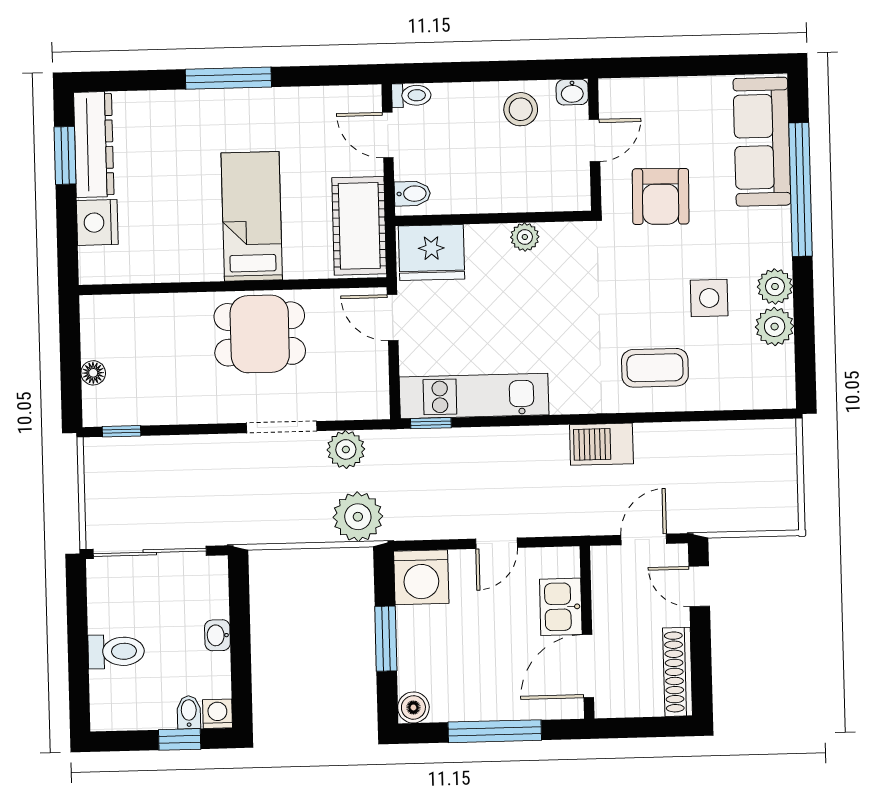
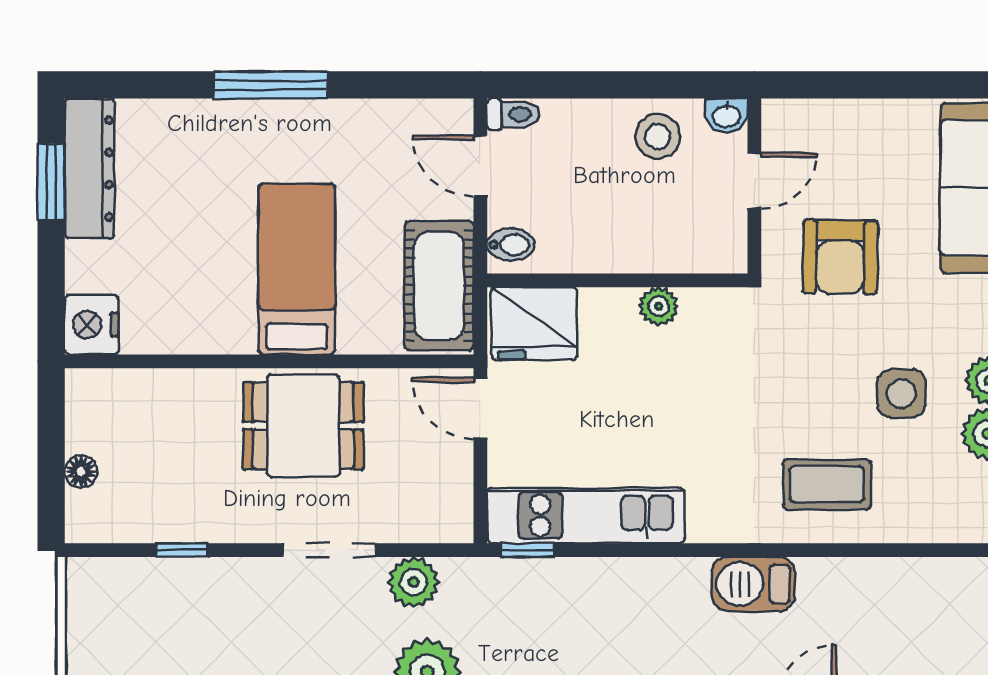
nightstand: (97, 222) -> (91, 325), moved
window: (121, 431) -> (182, 550), moved

